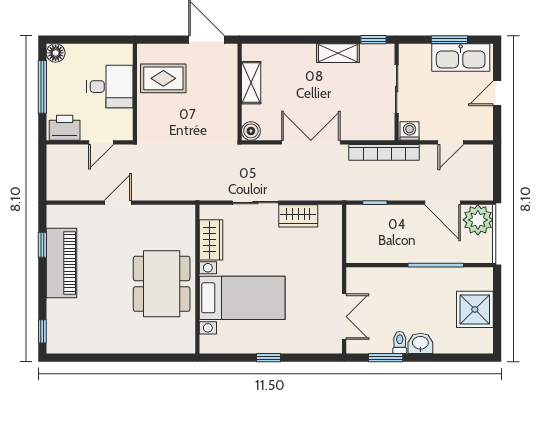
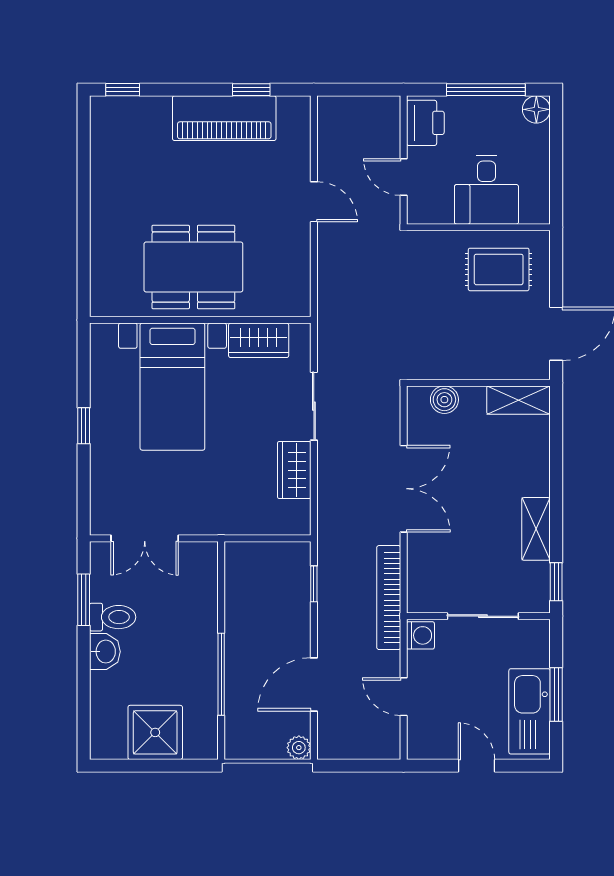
rug: (163, 78) -> (499, 269), turned 90
shelving: (251, 83) -> (518, 400), moved
boiler: (251, 131) -> (444, 400), moved
plant: (478, 220) -> (299, 748), width x0.53, depth x0.53
toilet: (400, 342) -> (113, 617), width x1.37, depth x1.39

